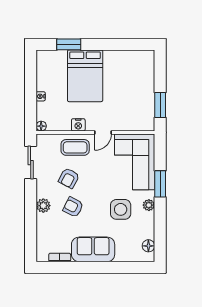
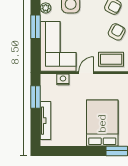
tv unit: (149, 79) -> (46, 121), added
nightstand: (78, 125) -> (63, 79), moved

